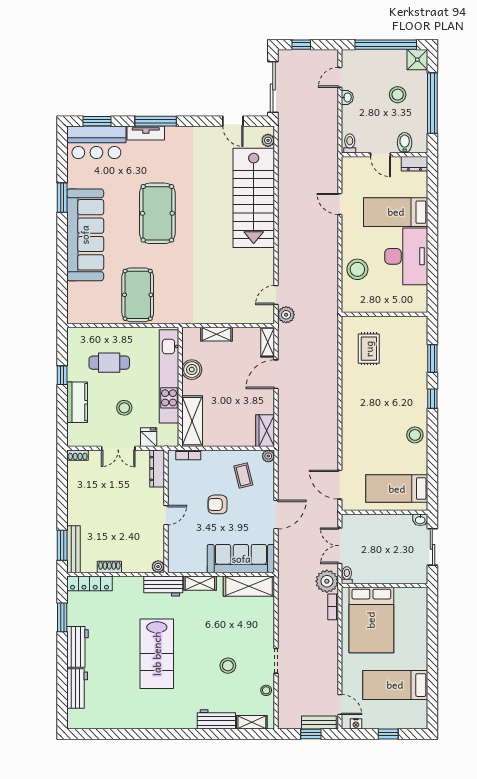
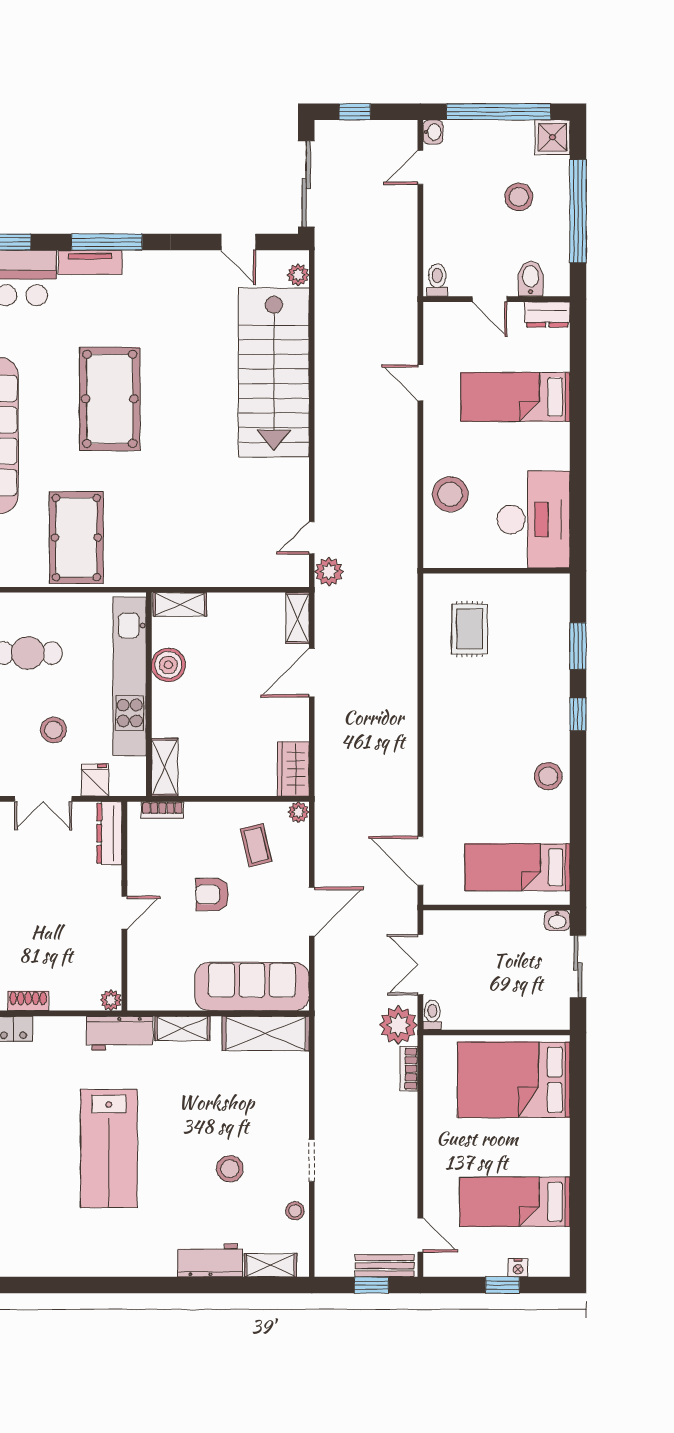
washbasin: (347, 97) -> (433, 132), moved
desk: (406, 256) -> (533, 519), moved
shelving: (217, 334) -> (180, 604), moved
shelving: (192, 421) -> (165, 767), width x0.67, depth x0.75
bed: (371, 620) -> (514, 1080), moved, turned 90
nightstand: (356, 724) -> (518, 1268), moved

